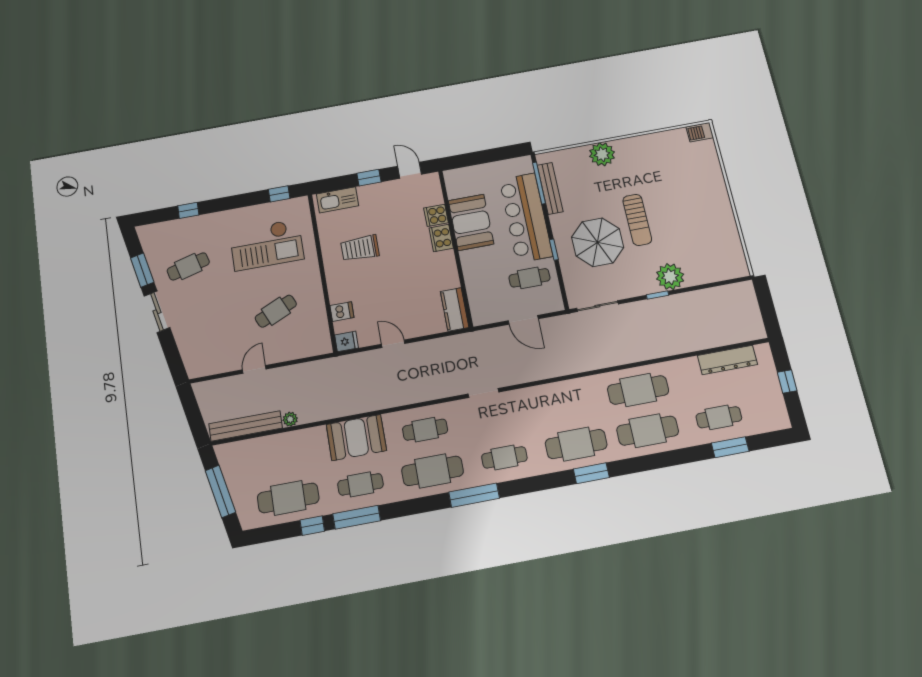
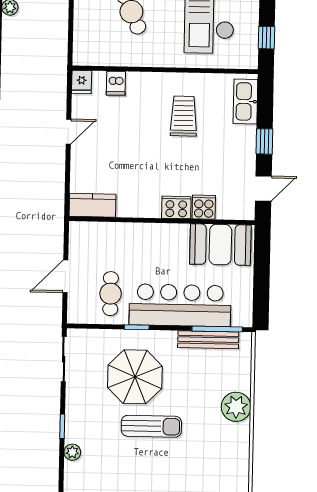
sun lounger: (637, 220) -> (151, 426), turned 180
booth: (471, 222) -> (220, 245), moved
plant: (670, 277) -> (72, 452), width x0.53, depth x0.53

